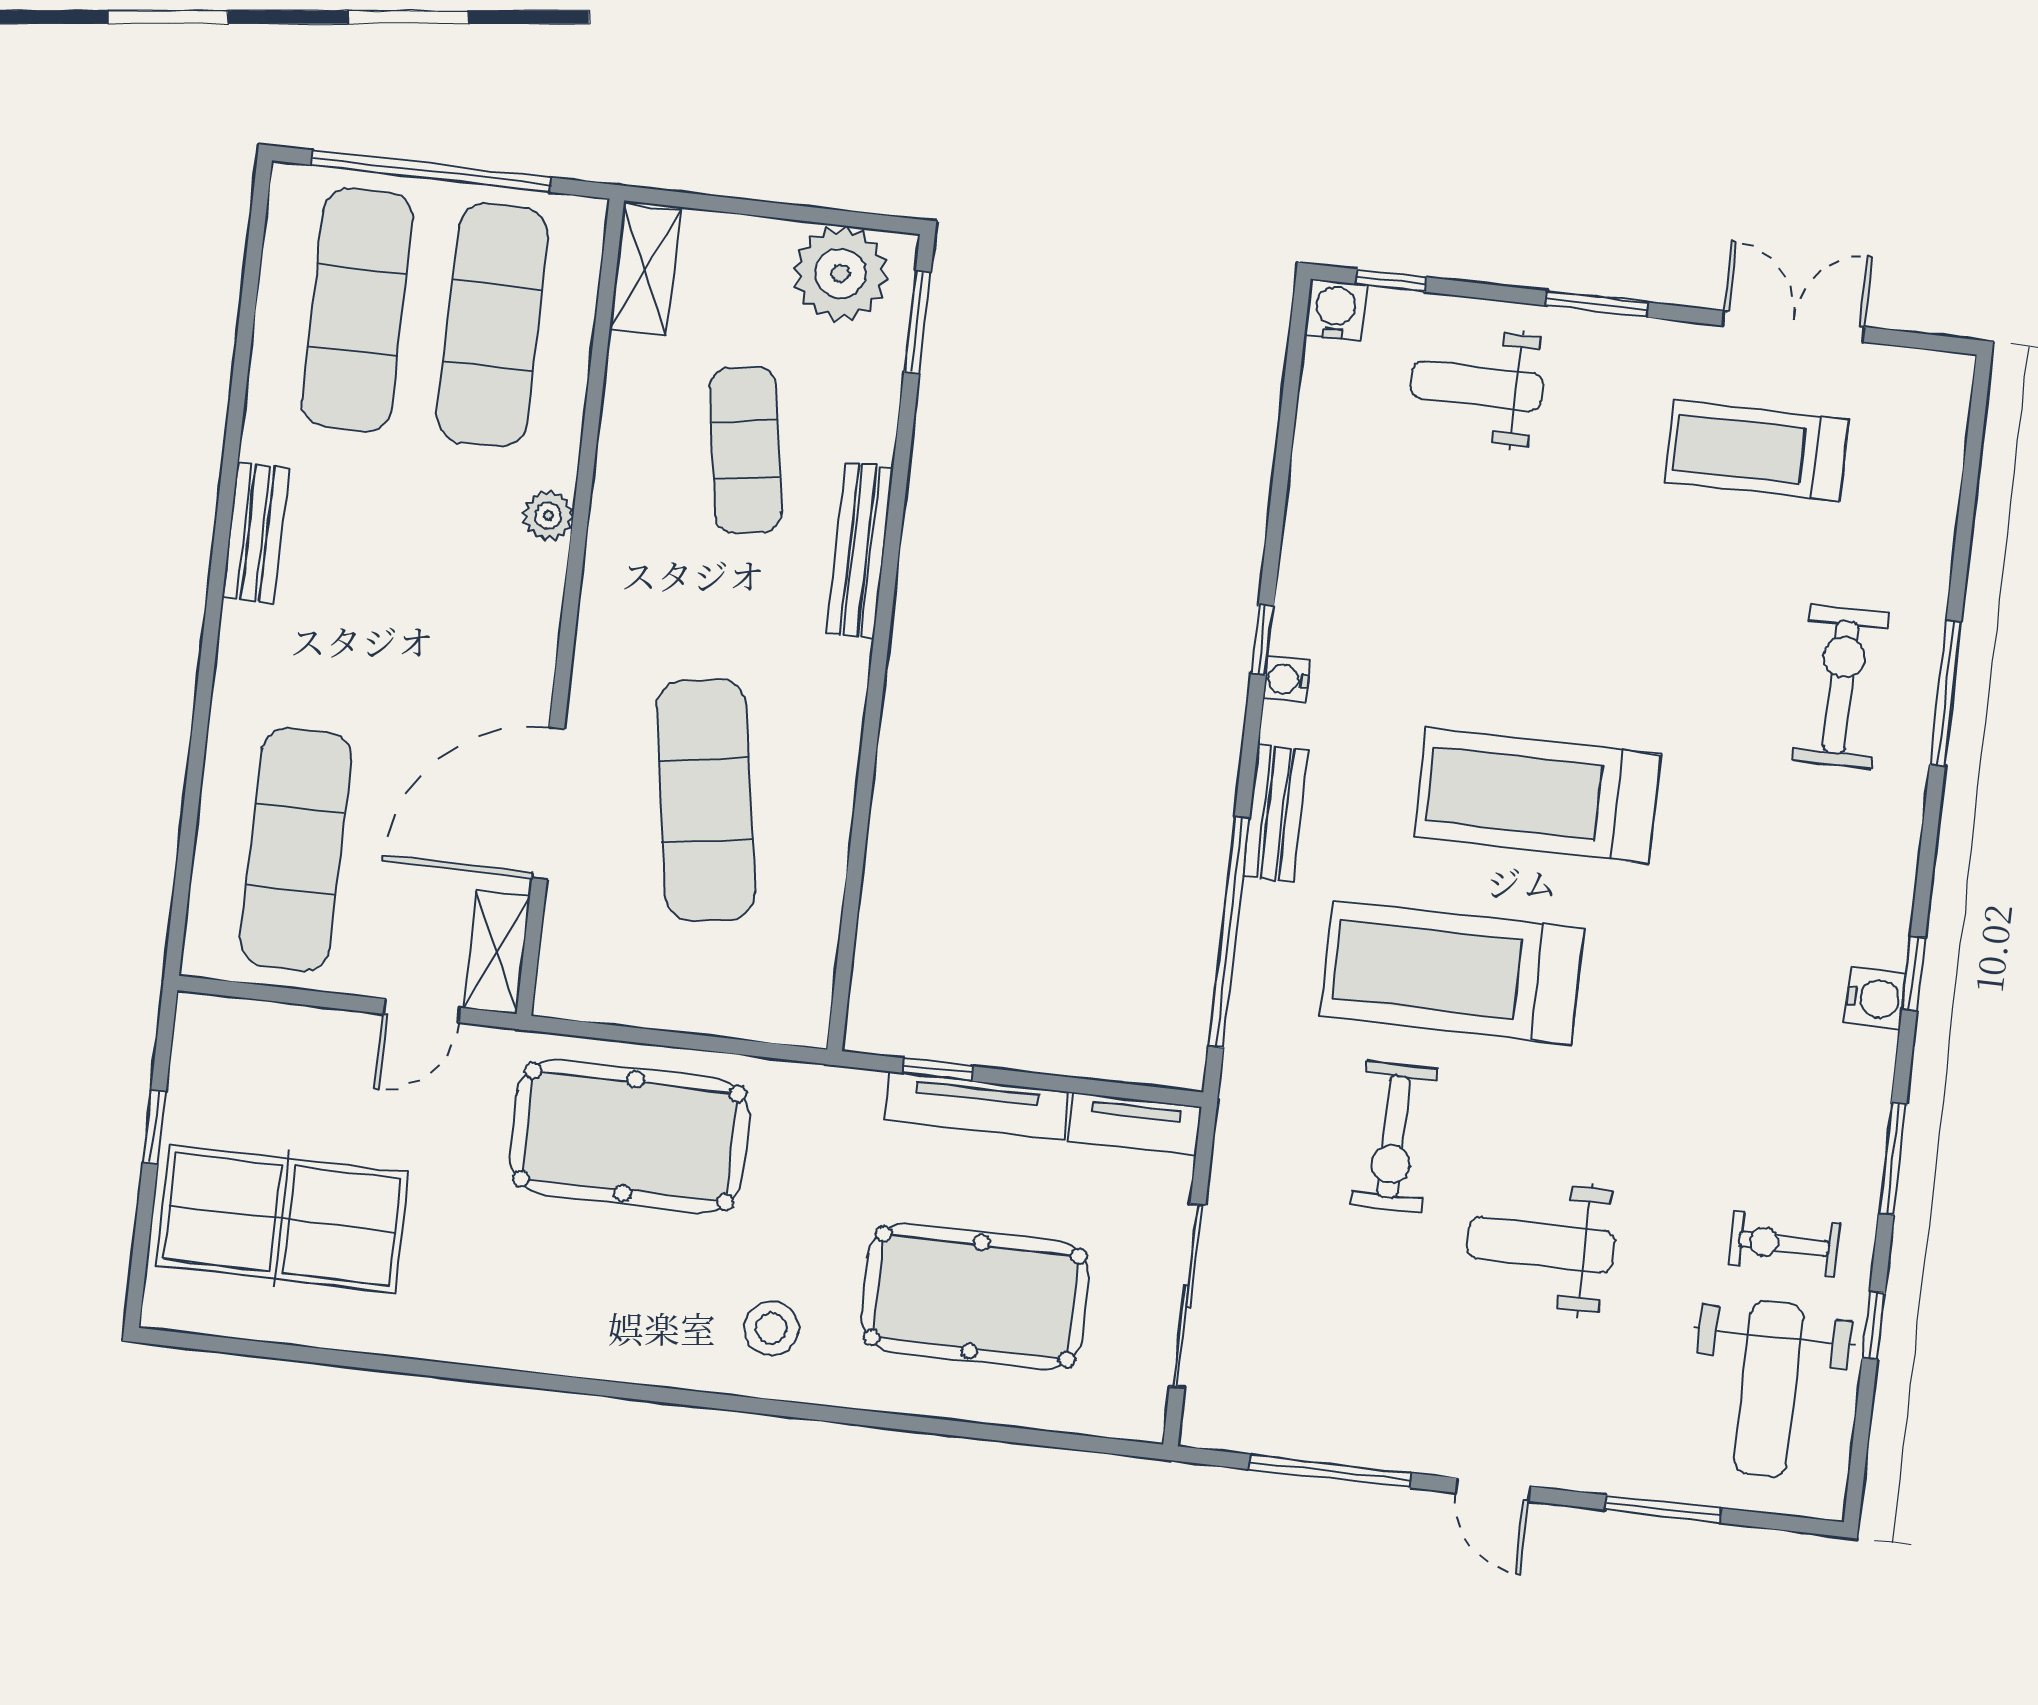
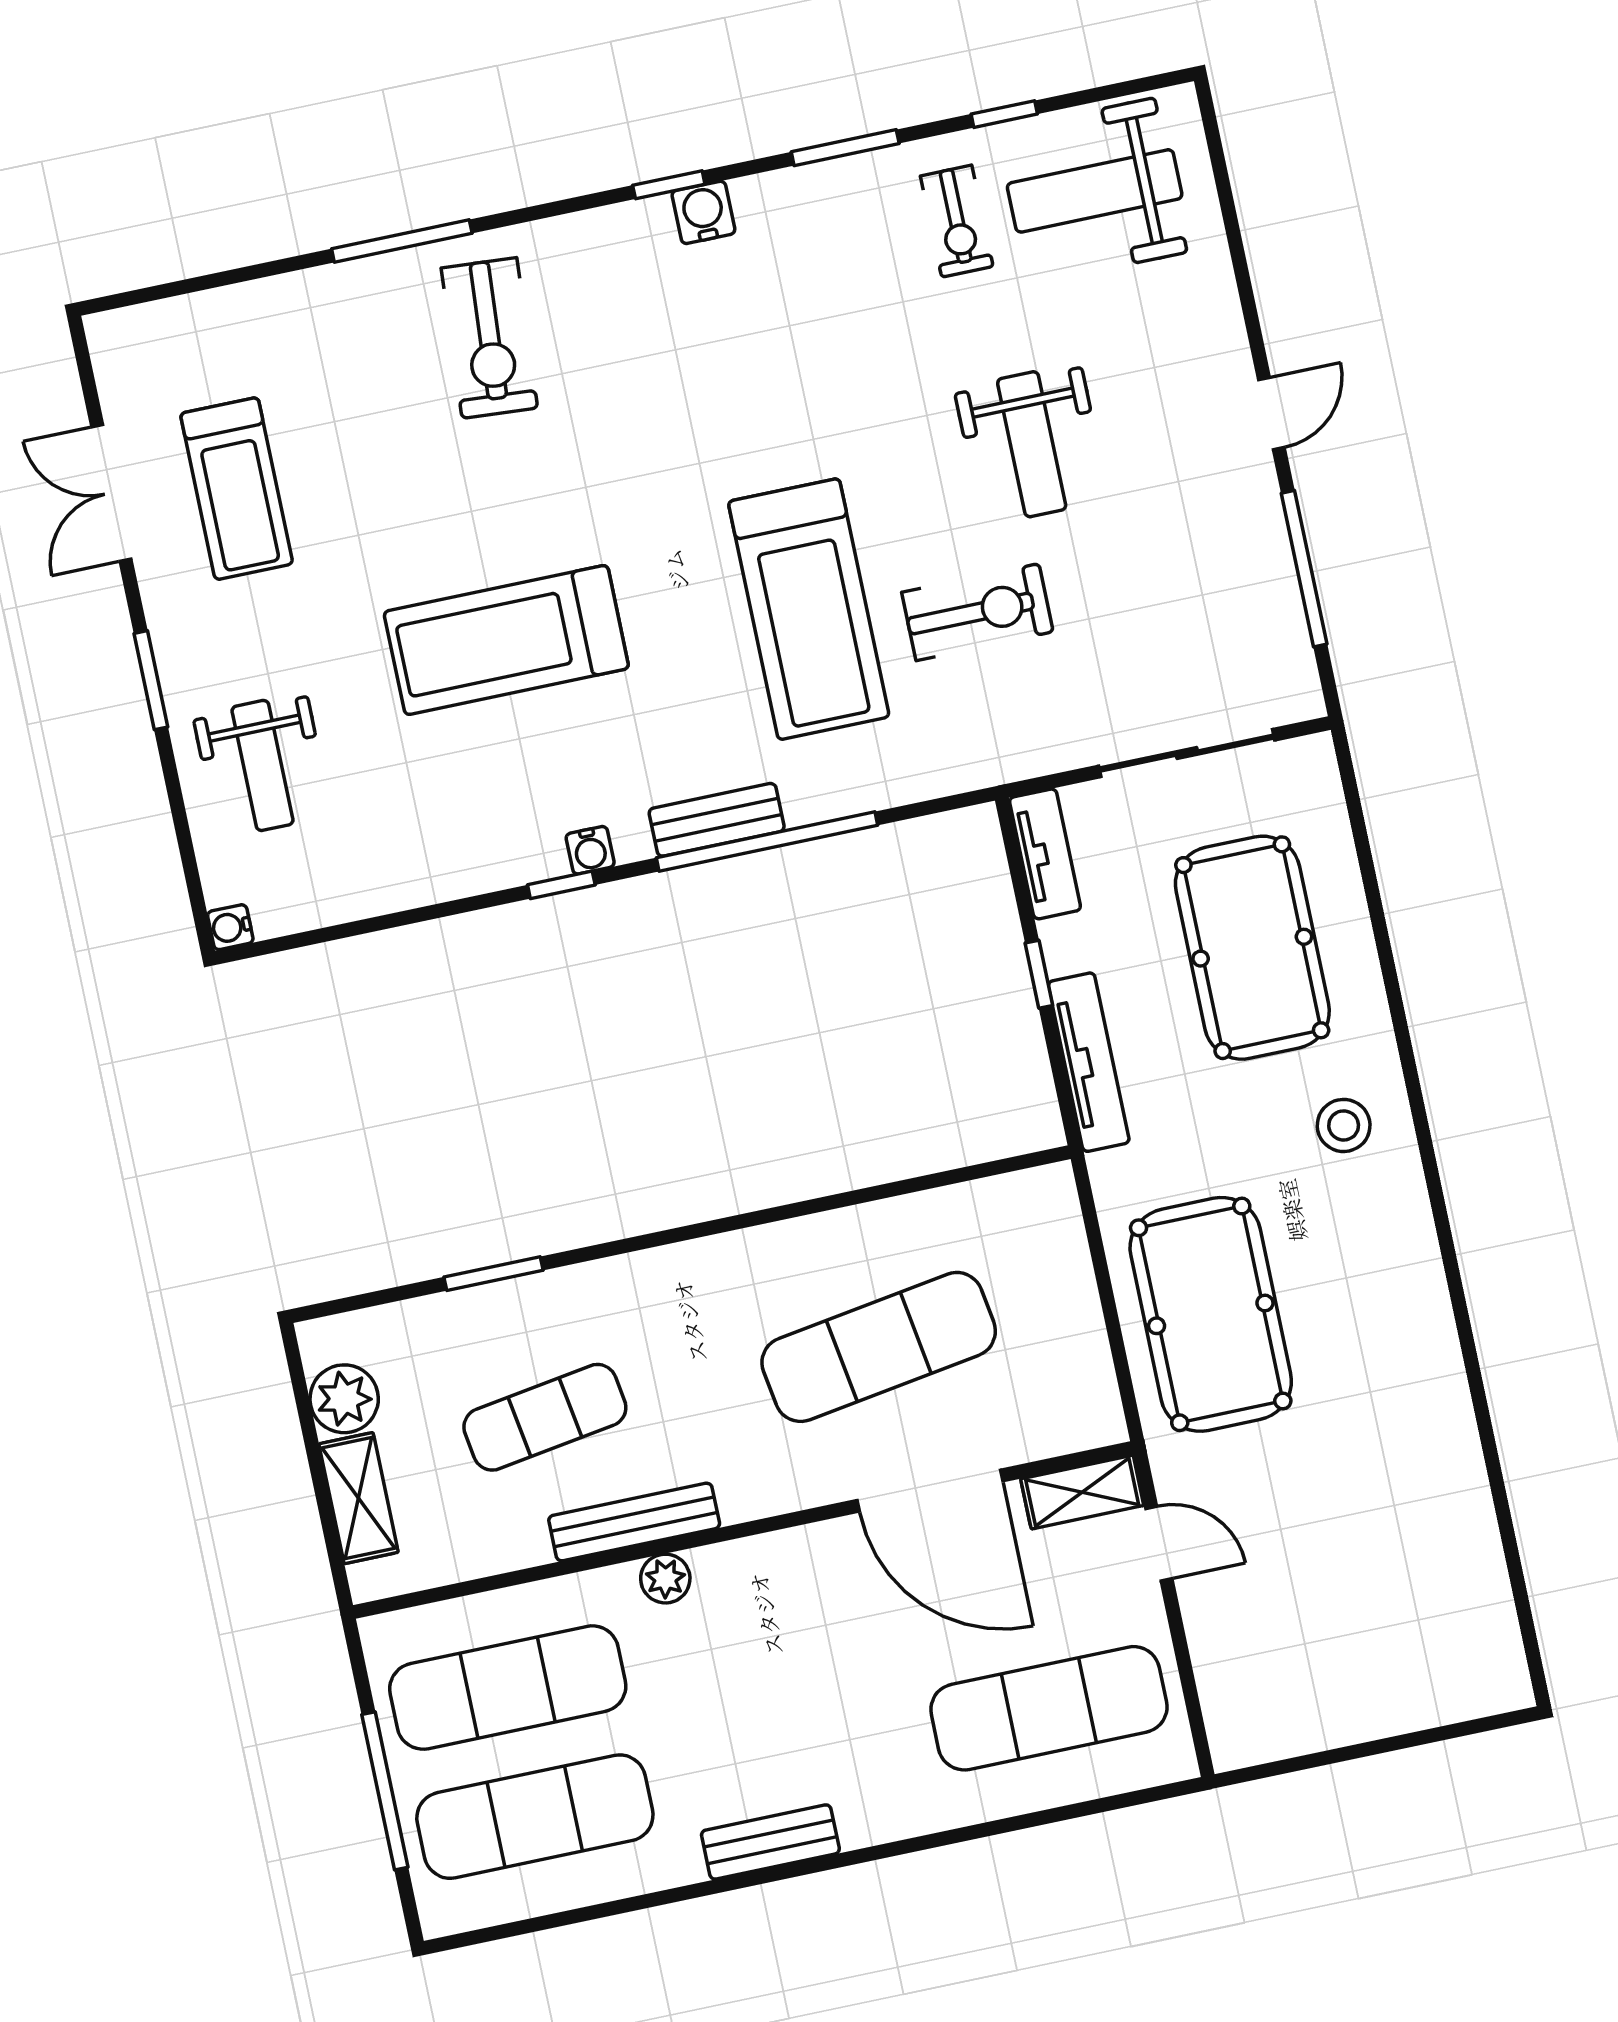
window: (431, 171) -> (385, 1791), width x0.68
shelving: (645, 270) -> (359, 1498), moved, turned 90
plant: (840, 273) -> (344, 1399), width x0.73, depth x0.73
window: (1391, 281) -> (192, 877), removed
water cooler: (1336, 310) -> (230, 927), width x0.72, depth x0.72
window: (917, 322) -> (493, 1274), moved
bench: (860, 551) -> (634, 1522), moved
exercise bike: (1841, 687) -> (489, 338), moved, turned -86
treadmill: (1537, 796) -> (506, 640), moved, turned 90
window: (1229, 932) -> (767, 842), moved
window: (938, 1069) -> (1039, 974), moved
tv unit: (976, 1106) -> (1089, 1062), moved
window: (154, 1127) -> (1347, 1753), removed
table tennis table: (282, 1219) -> (1393, 1608), removed
weight bench: (1769, 1389) -> (1095, 191), turned 180
window: (1663, 1509) -> (1237, 251), removed

